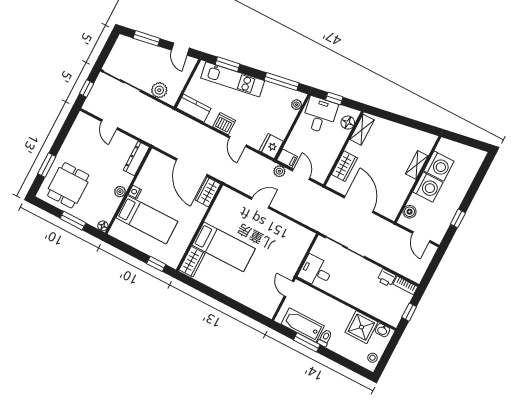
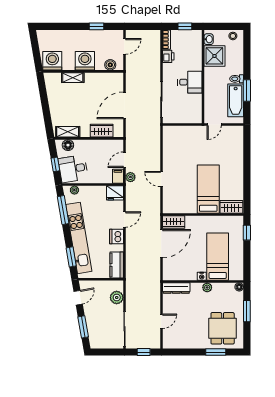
kitchen unit: (233, 79) -> (79, 238), width x1.36
washing machine: (439, 166) -> (52, 61), moved
dining table: (68, 185) -> (223, 328), turned 90
desk: (316, 271) -> (190, 82), moved, turned -90

